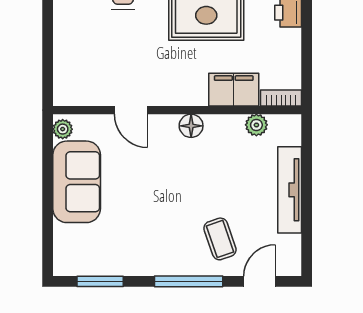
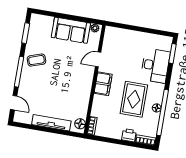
filing cabinet: (234, 90) -> (103, 84), moved
plant: (256, 125) -> (82, 113), removed
floor lamp: (191, 126) -> (80, 124), moved
coffee table: (220, 239) -> (36, 60), moved

